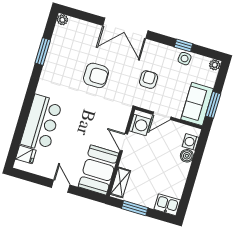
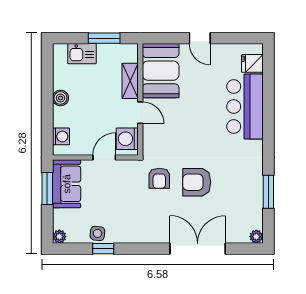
double door: (125, 28) -> (198, 249), moved
armchair: (149, 80) -> (159, 178), moved
boiler: (187, 156) -> (60, 98), moved
shelving: (120, 182) -> (130, 81), moved
kitchen sink: (167, 205) -> (82, 54), moved

